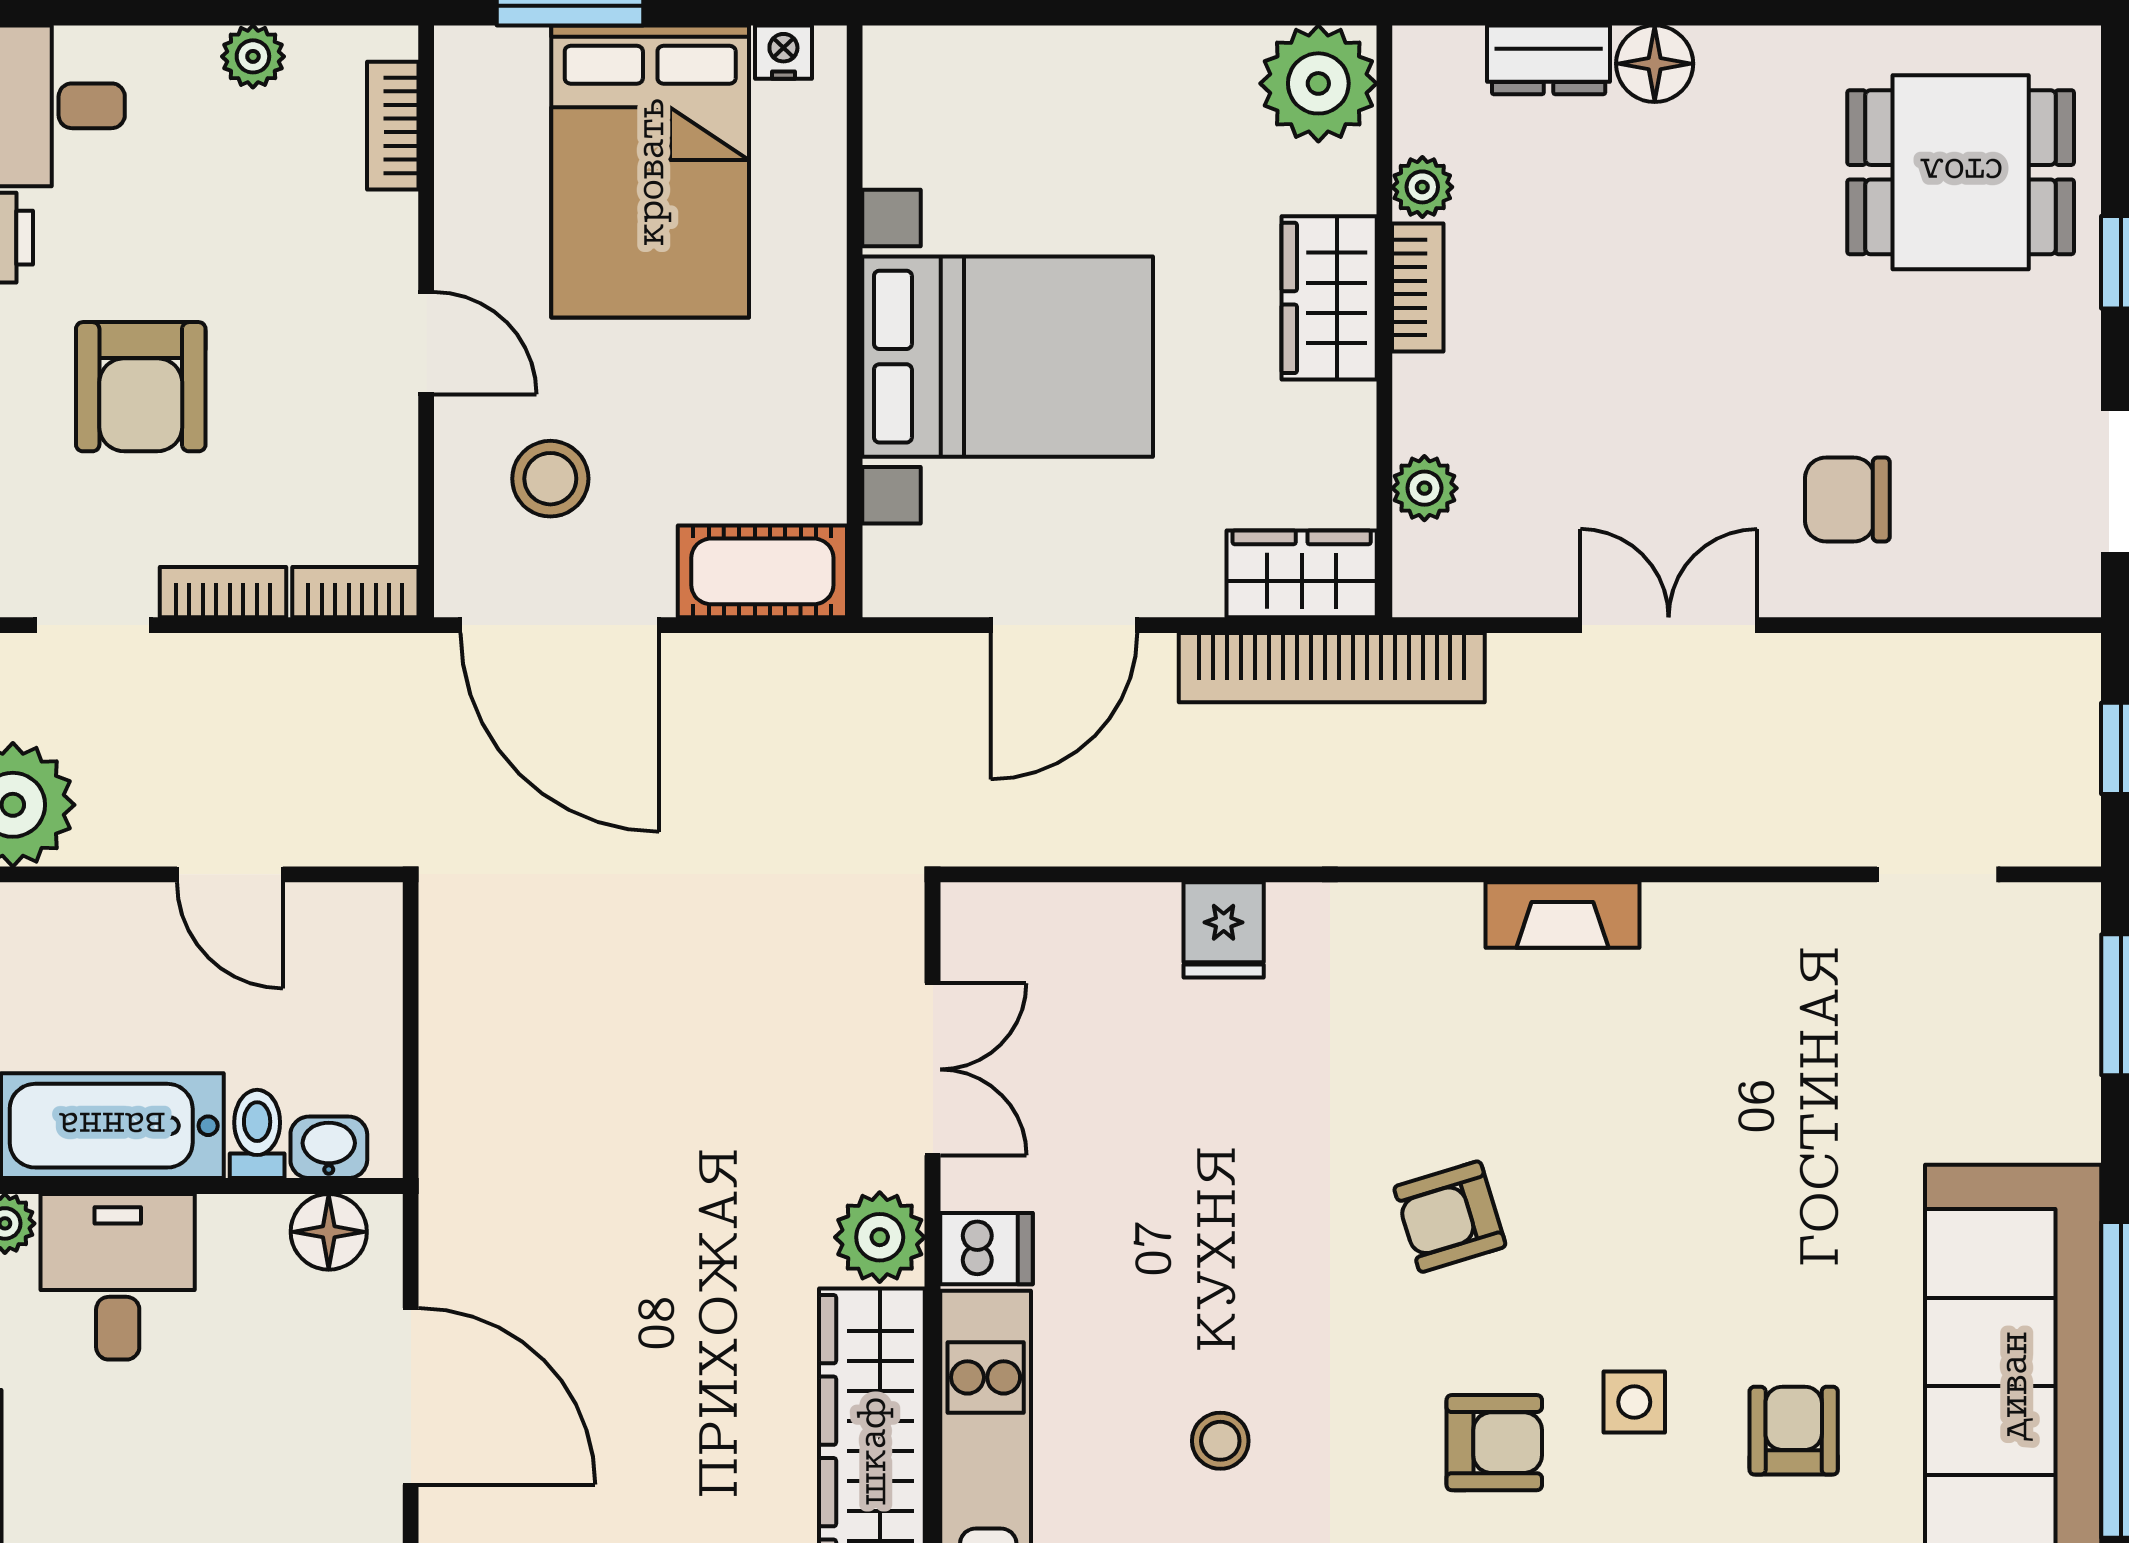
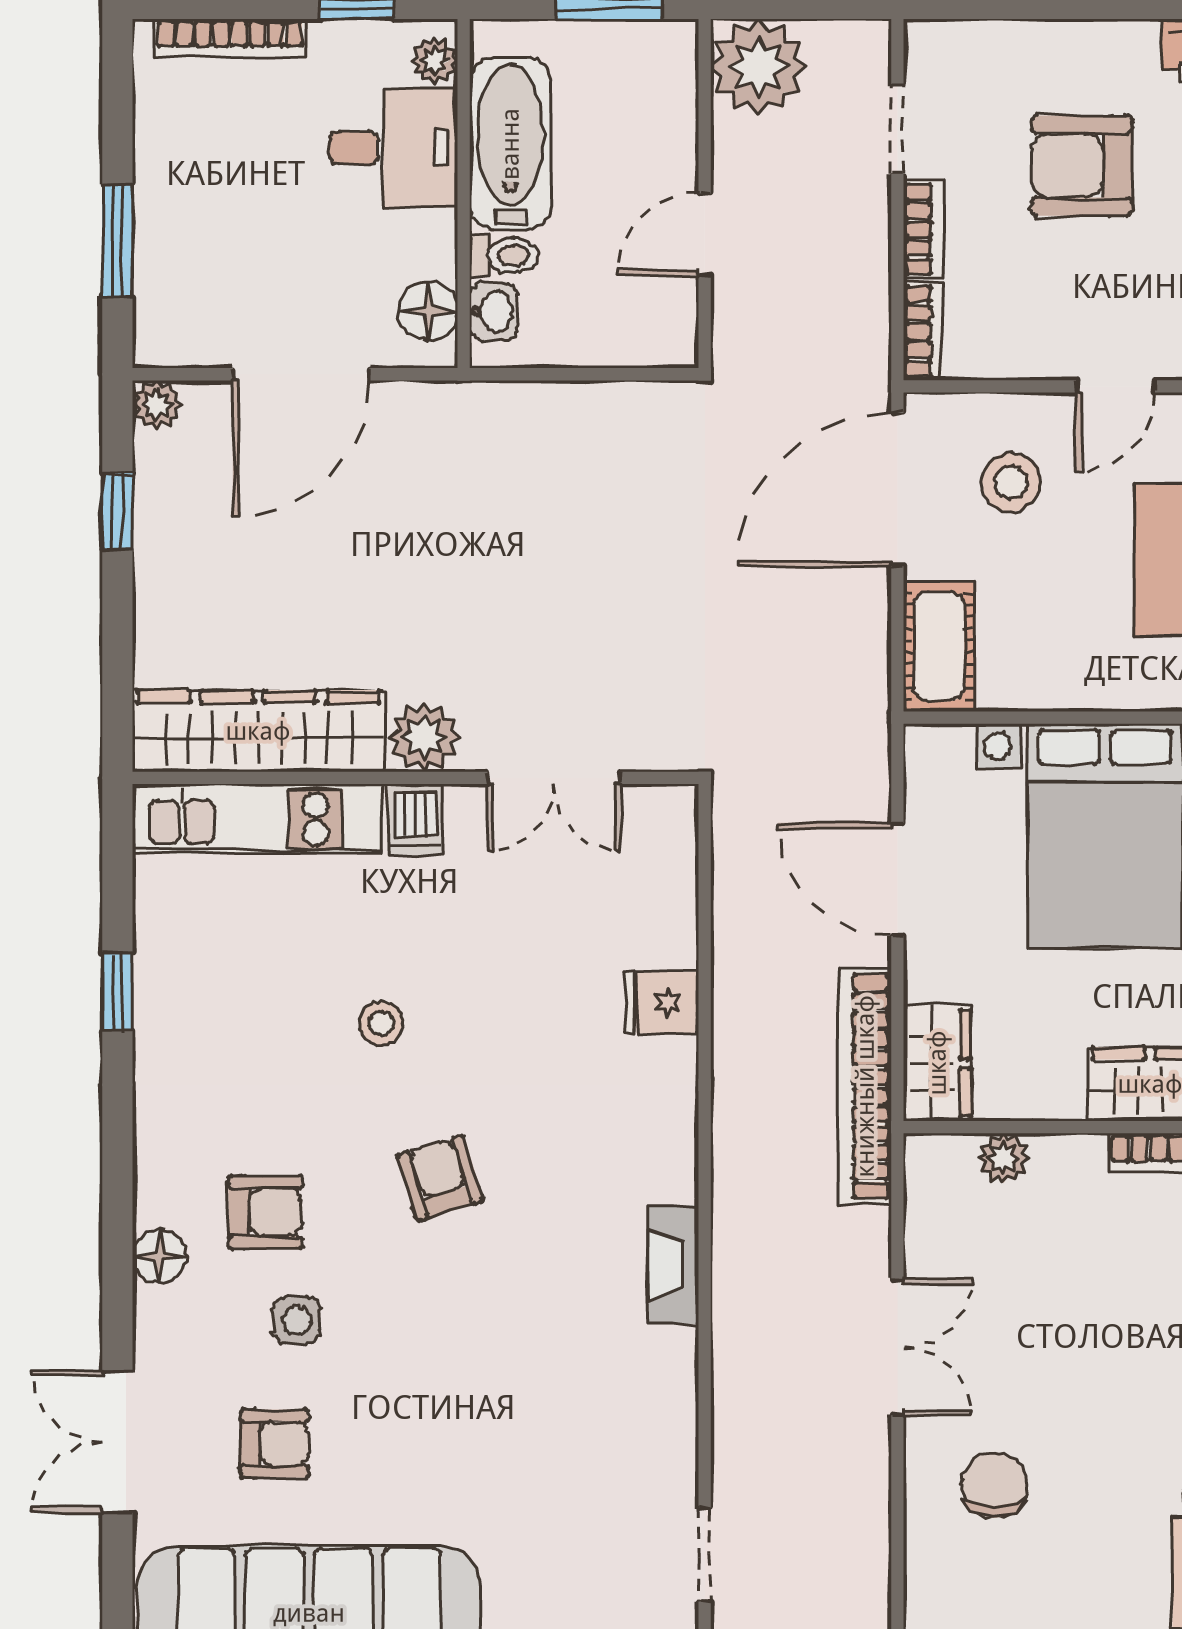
stool: (1220, 1441) -> (381, 1023), moved
armchair: (1494, 1443) -> (265, 1212), turned -90

